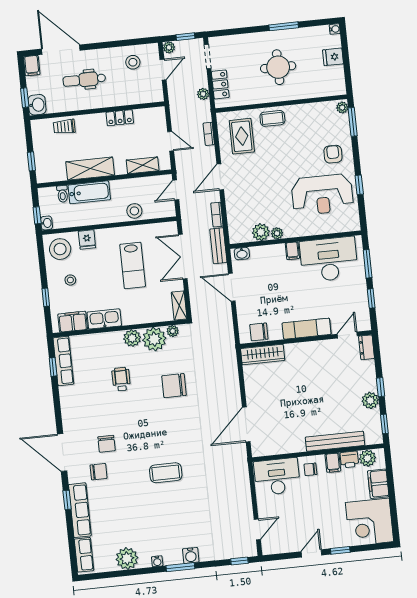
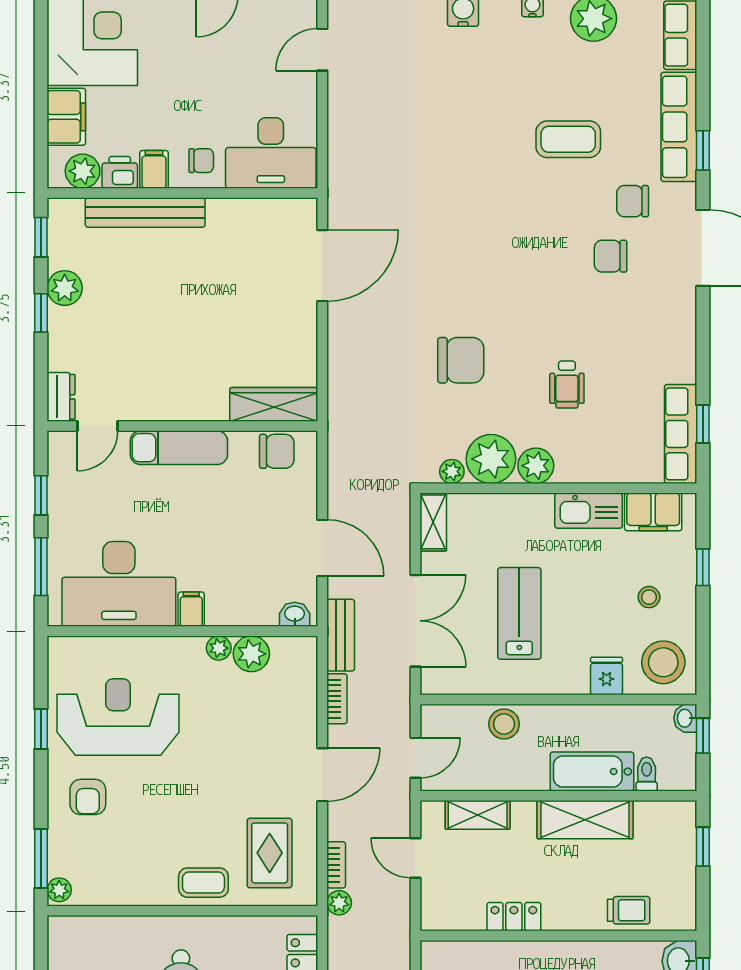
plant: (203, 94) -> (339, 903), moved
chair: (107, 444) -> (611, 256), turned -90
coffee table: (166, 473) -> (568, 139), moved

